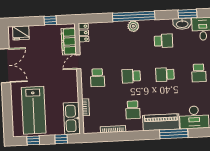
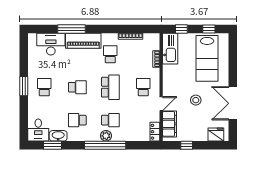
school desk: (130, 42) -> (110, 120), added
stool: (43, 67) -> (196, 100), added
school desk: (131, 76) -> (110, 87), width x1.85
lab bench: (34, 110) -> (207, 58), turned 180

